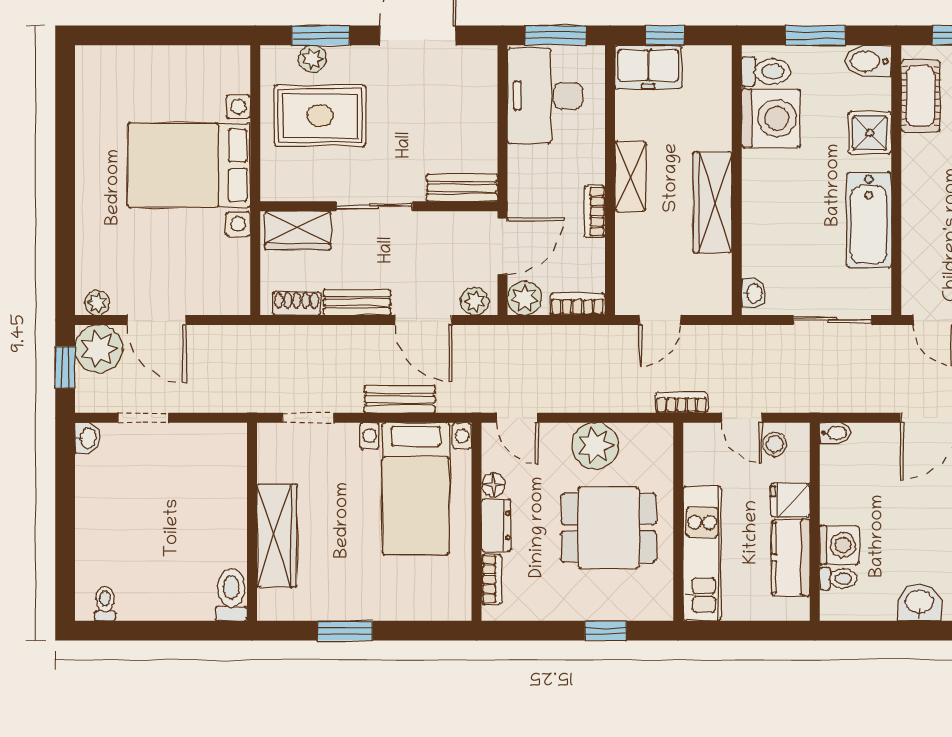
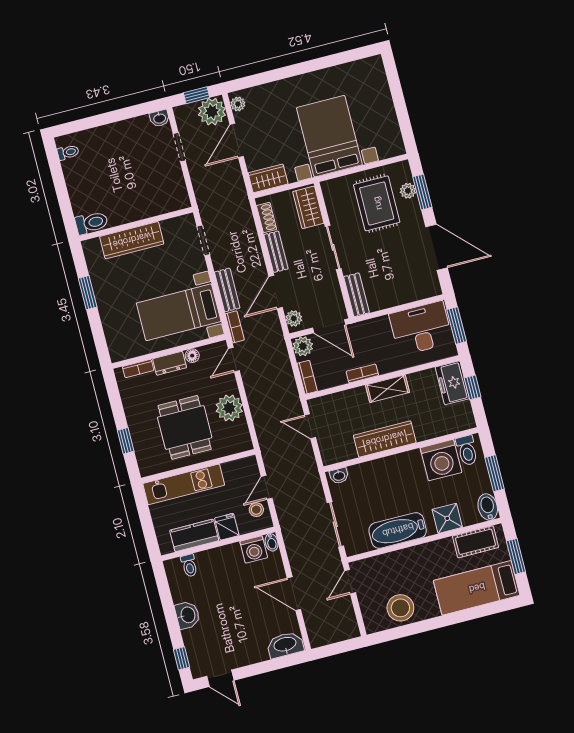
wardrobe: (233, 284) -> (268, 178), added
bookcase: (682, 402) -> (235, 327), moved
washing machine: (839, 545) -> (254, 550), moved

